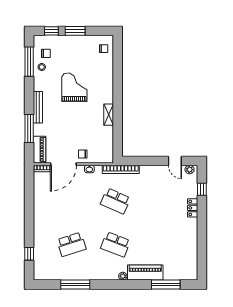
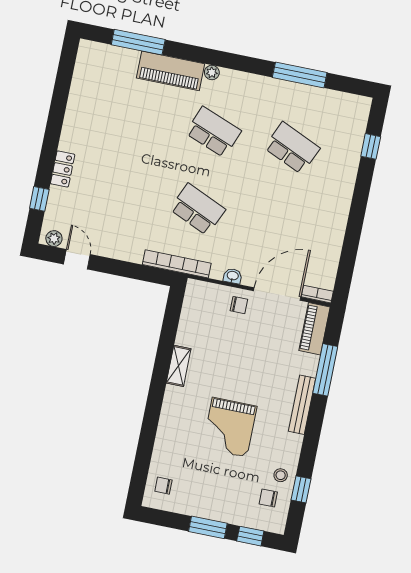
window: (29, 62) -> (301, 489), width x0.46
school desk: (71, 244) -> (292, 148), turned 42

